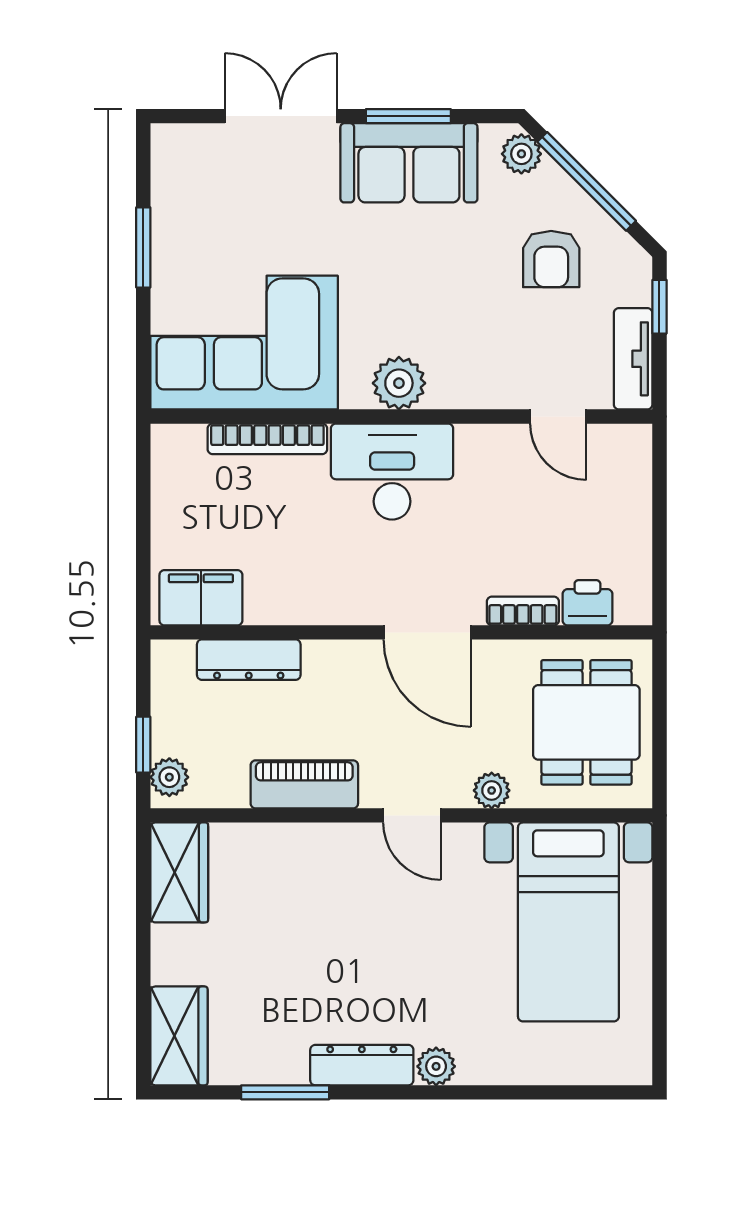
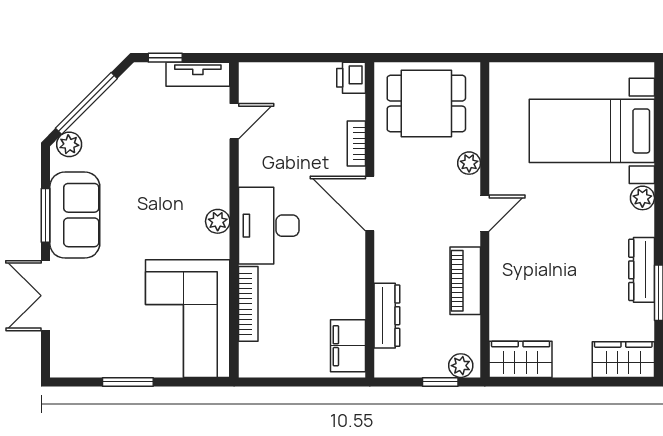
armchair: (551, 259) -> (135, 126), removed
plant: (399, 383) -> (218, 221), width x0.73, depth x0.73
printer: (587, 603) -> (351, 78), moved
door: (427, 632) -> (370, 204), swing flipped
bed with nightstands: (568, 922) -> (592, 131), moved, turned 180
dresser: (362, 1065) -> (642, 270), moved

